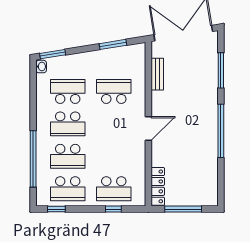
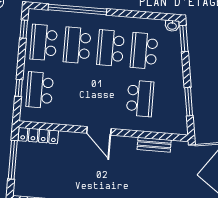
school desk: (68, 91) -> (144, 51), turned 180

